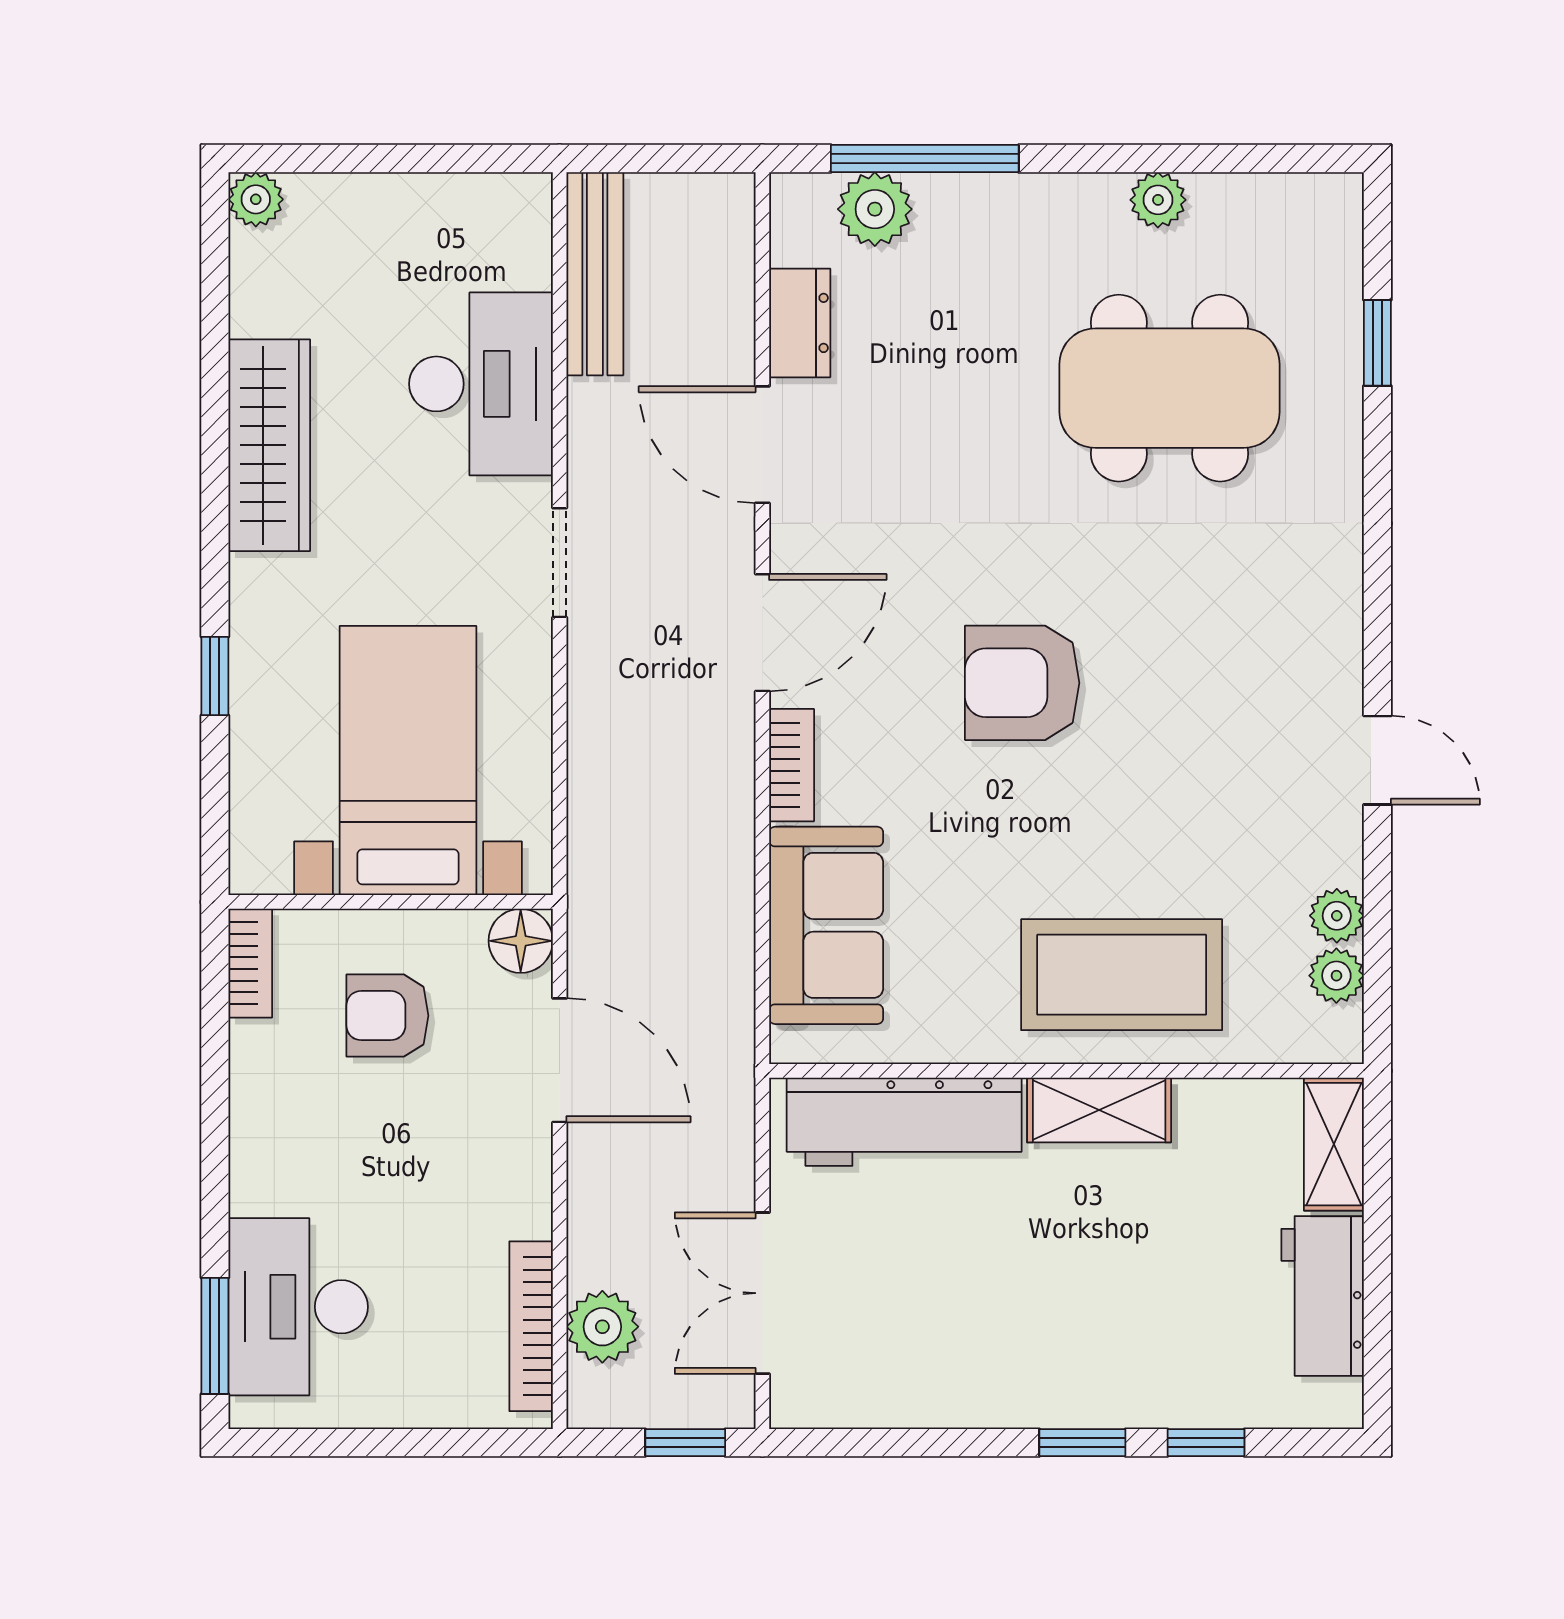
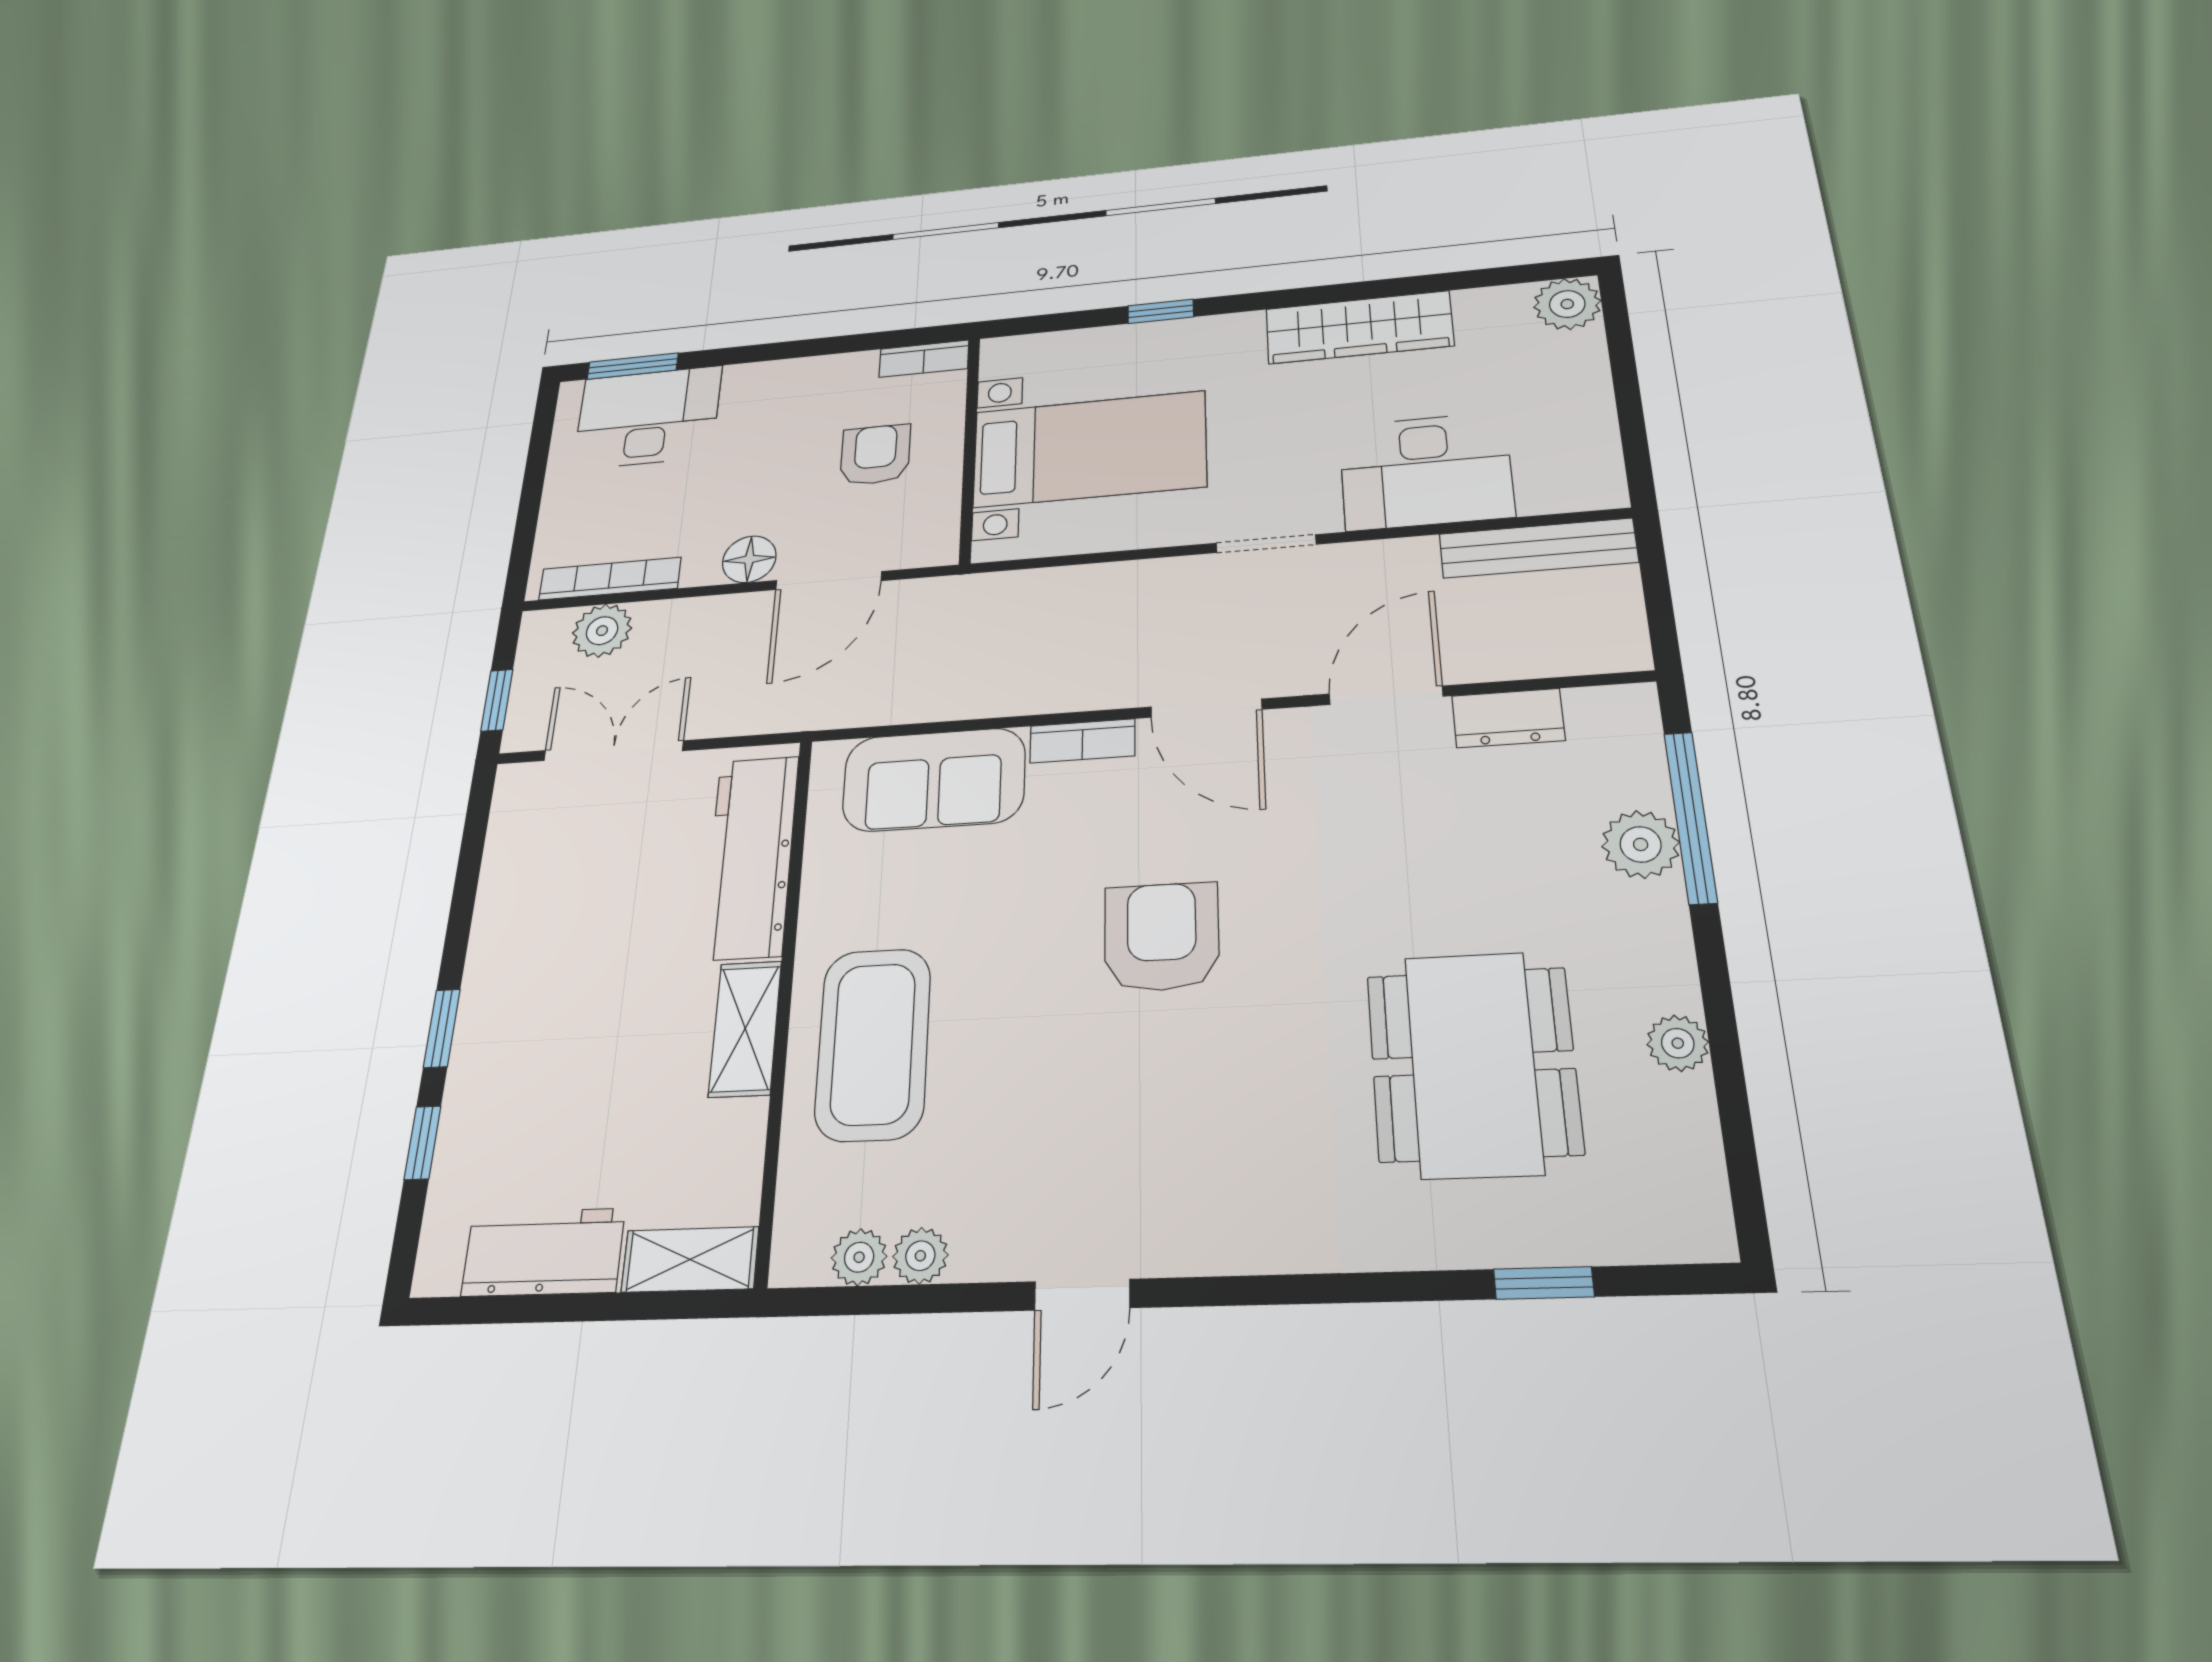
plant: (256, 199) -> (1567, 304), width x1.38, depth x1.38
plant: (875, 209) -> (1641, 844), moved
floor lamp: (521, 941) -> (749, 559), moved

